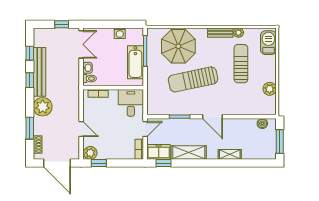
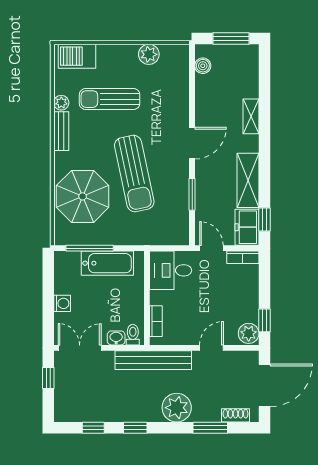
washing machine: (120, 33) -> (62, 303), moved
bench: (39, 72) -> (153, 360), moved

